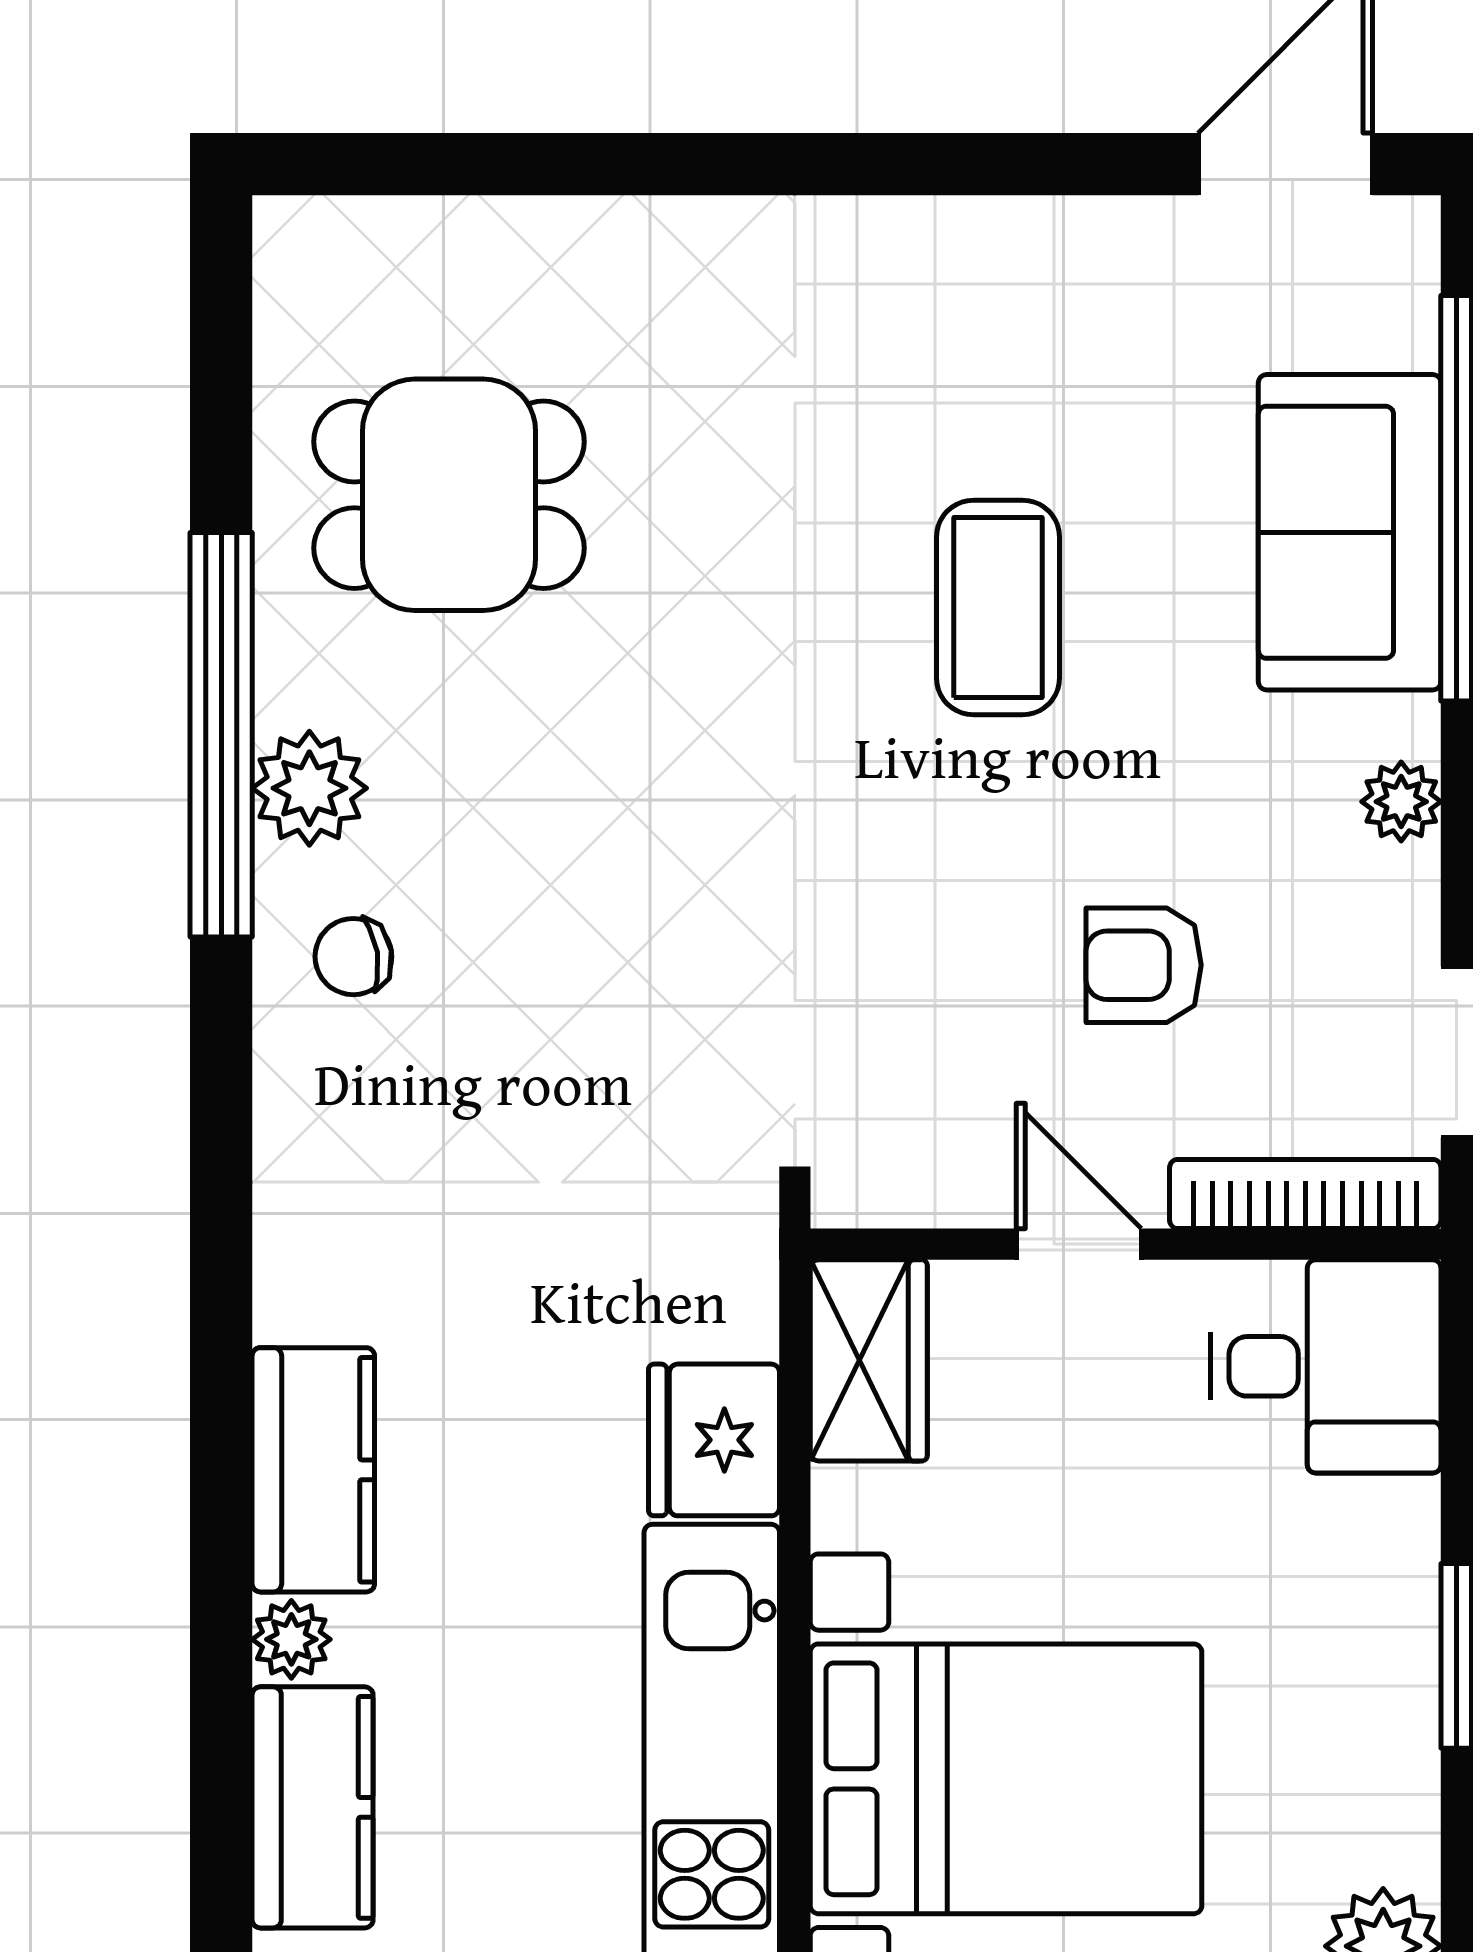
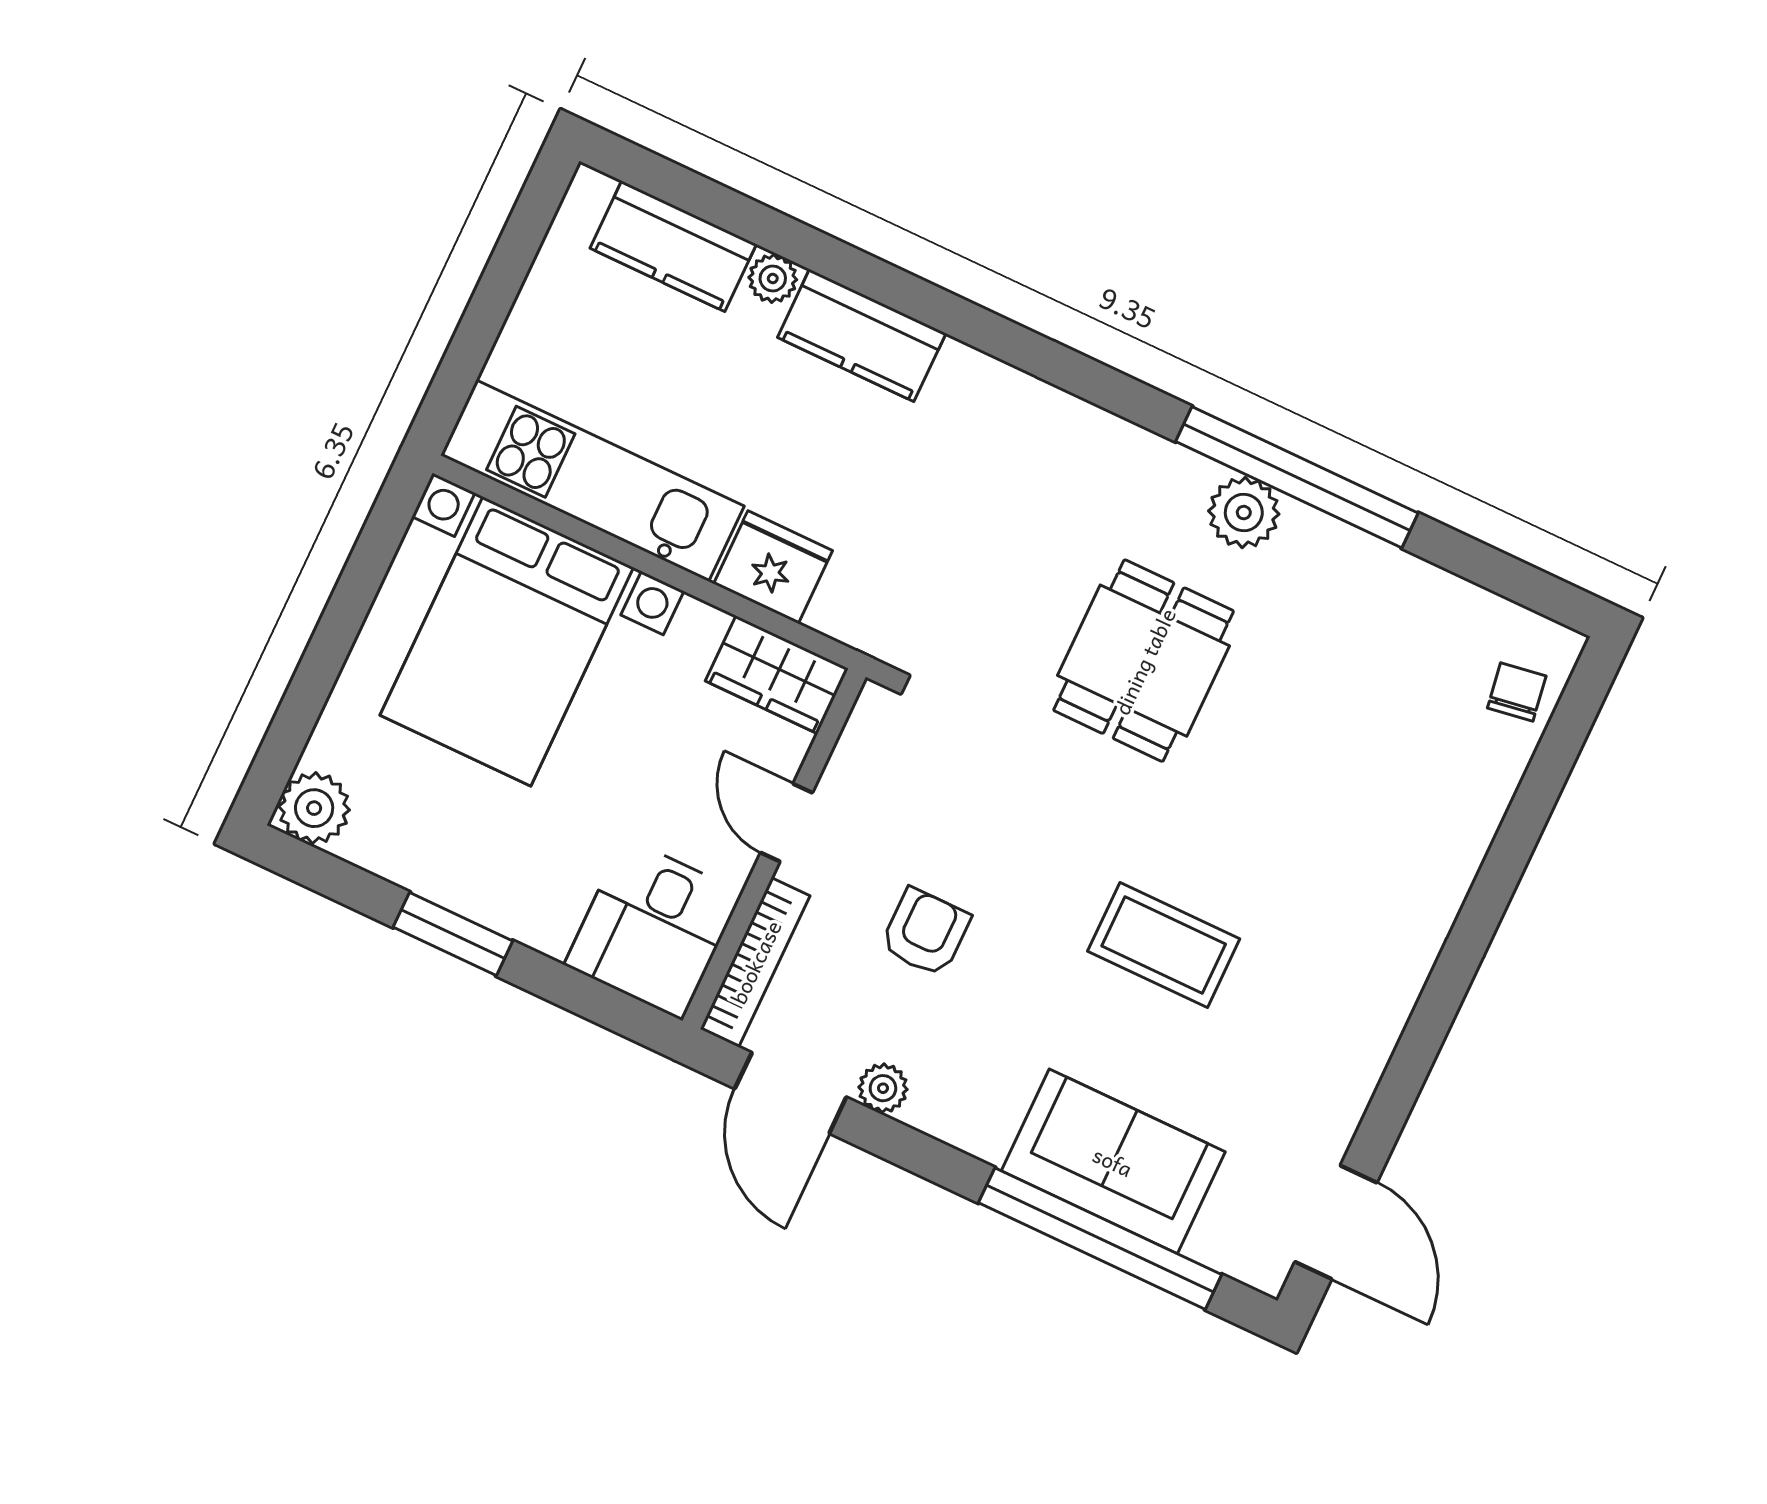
dining table: (449, 495) -> (1144, 661), moved
plant: (1401, 802) -> (883, 1088), moved
chair: (353, 957) -> (1517, 692), moved
door: (1079, 1244) -> (787, 823), swing flipped

